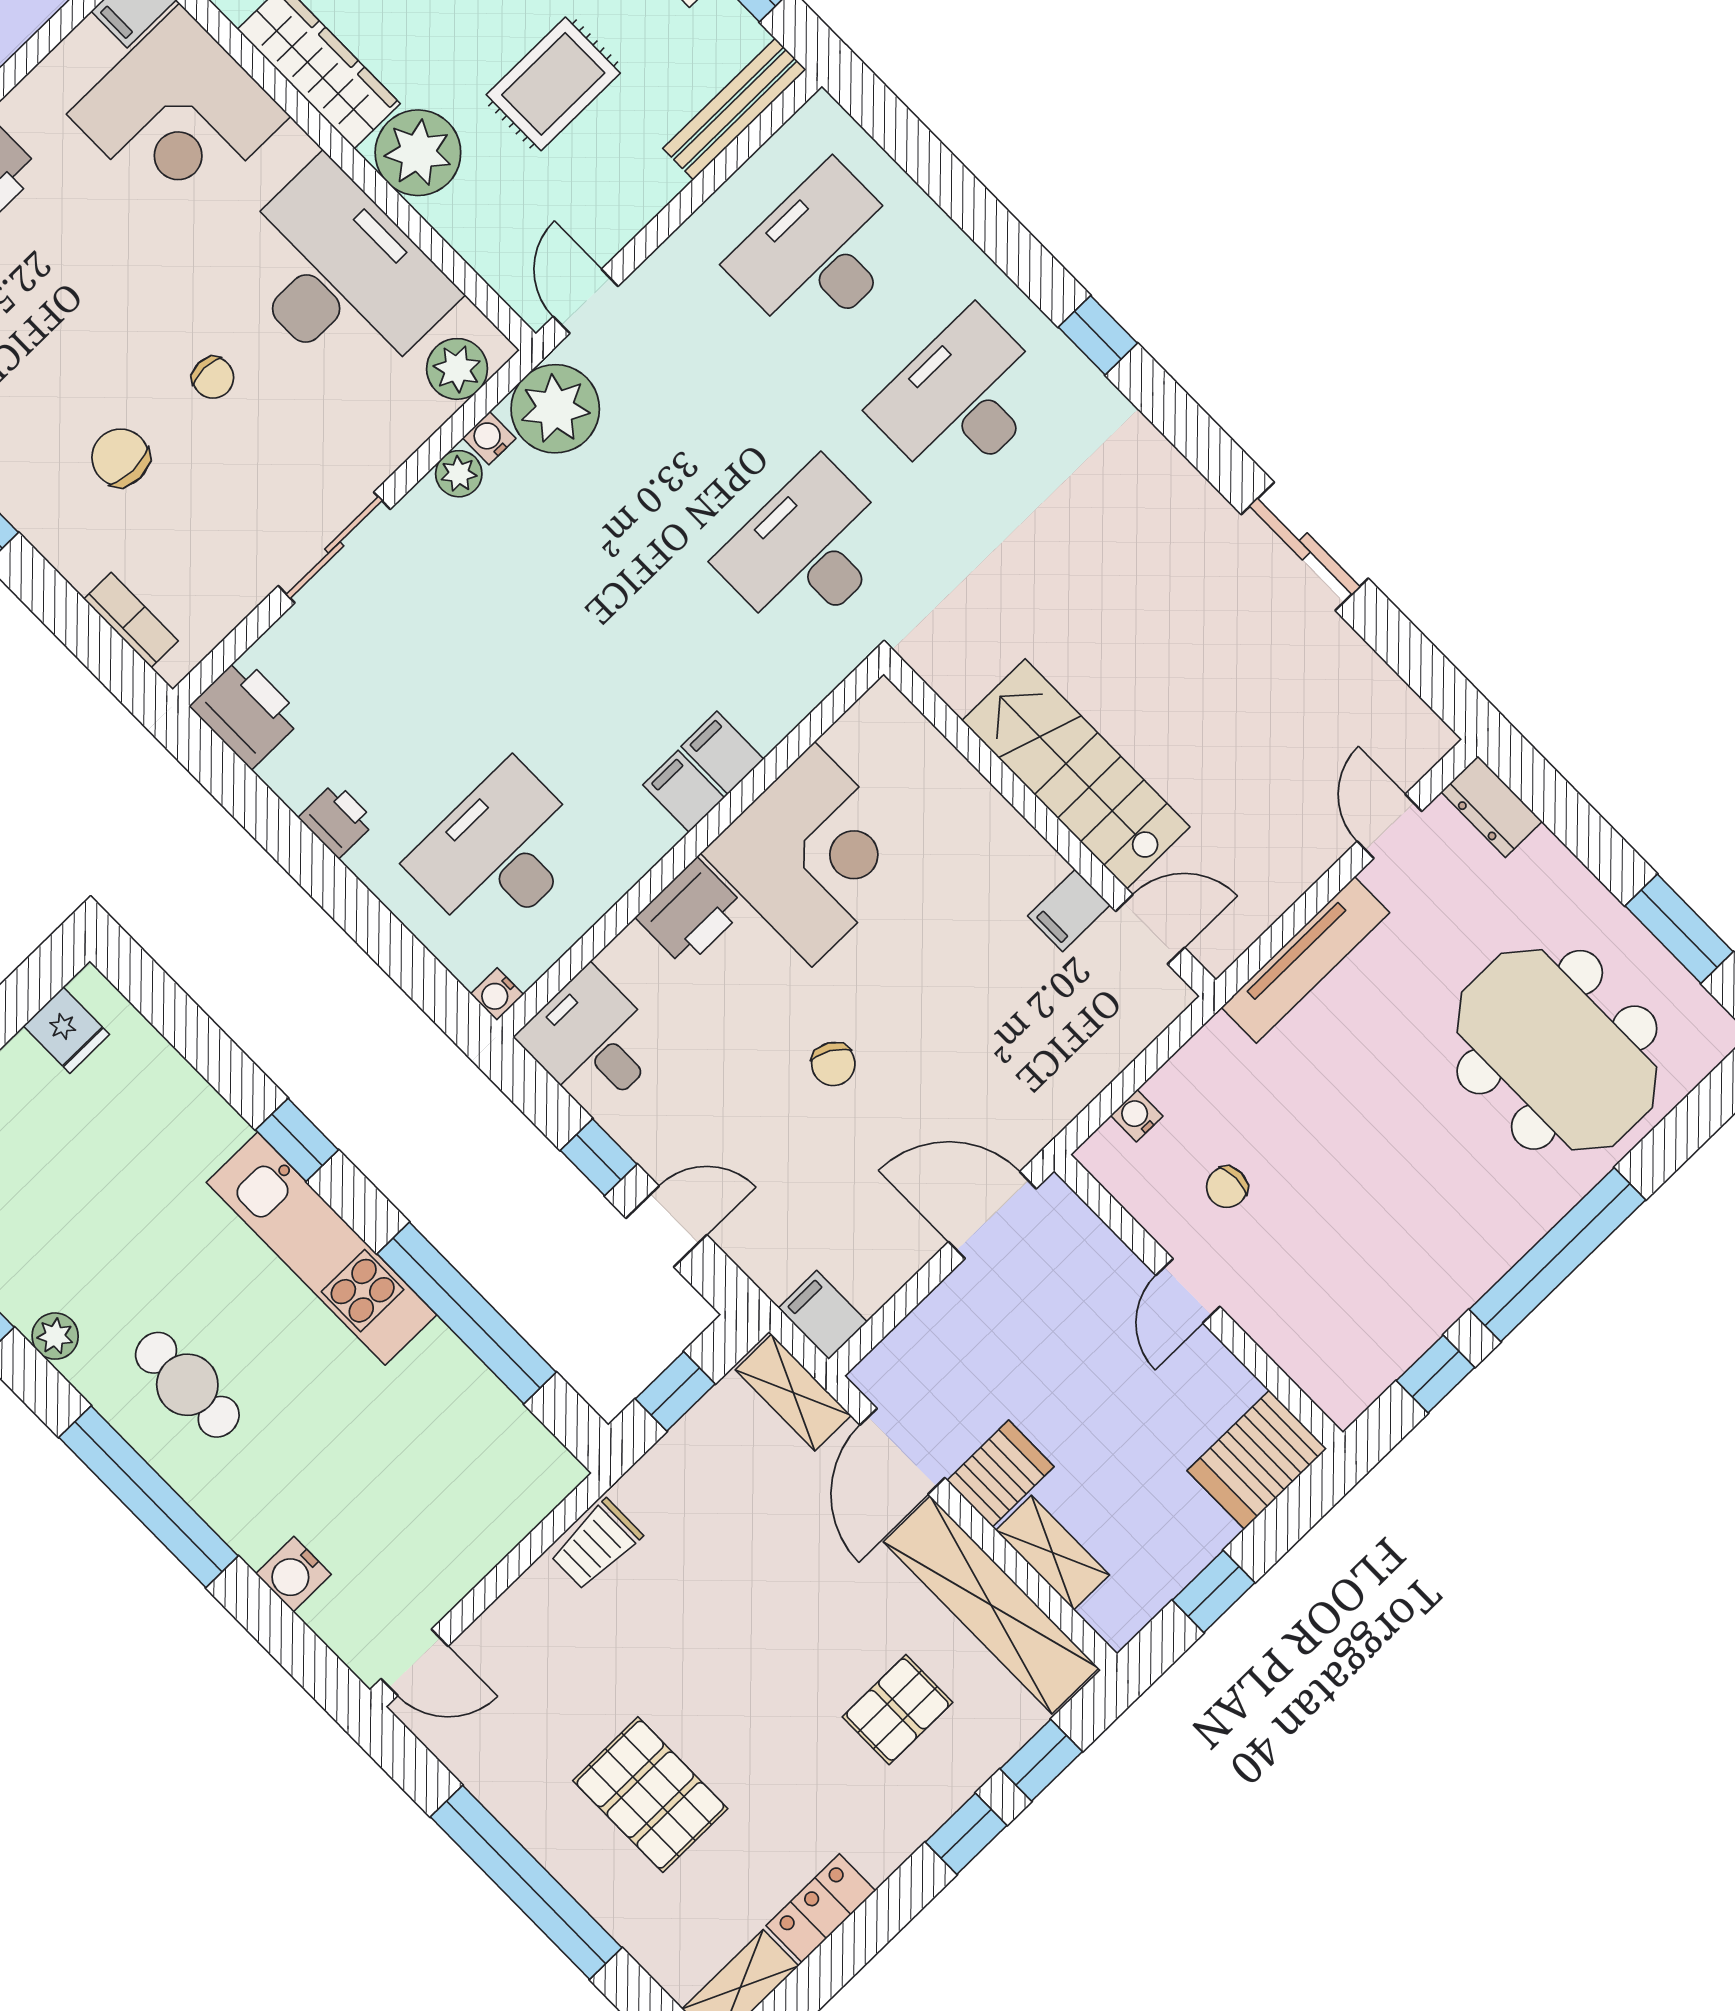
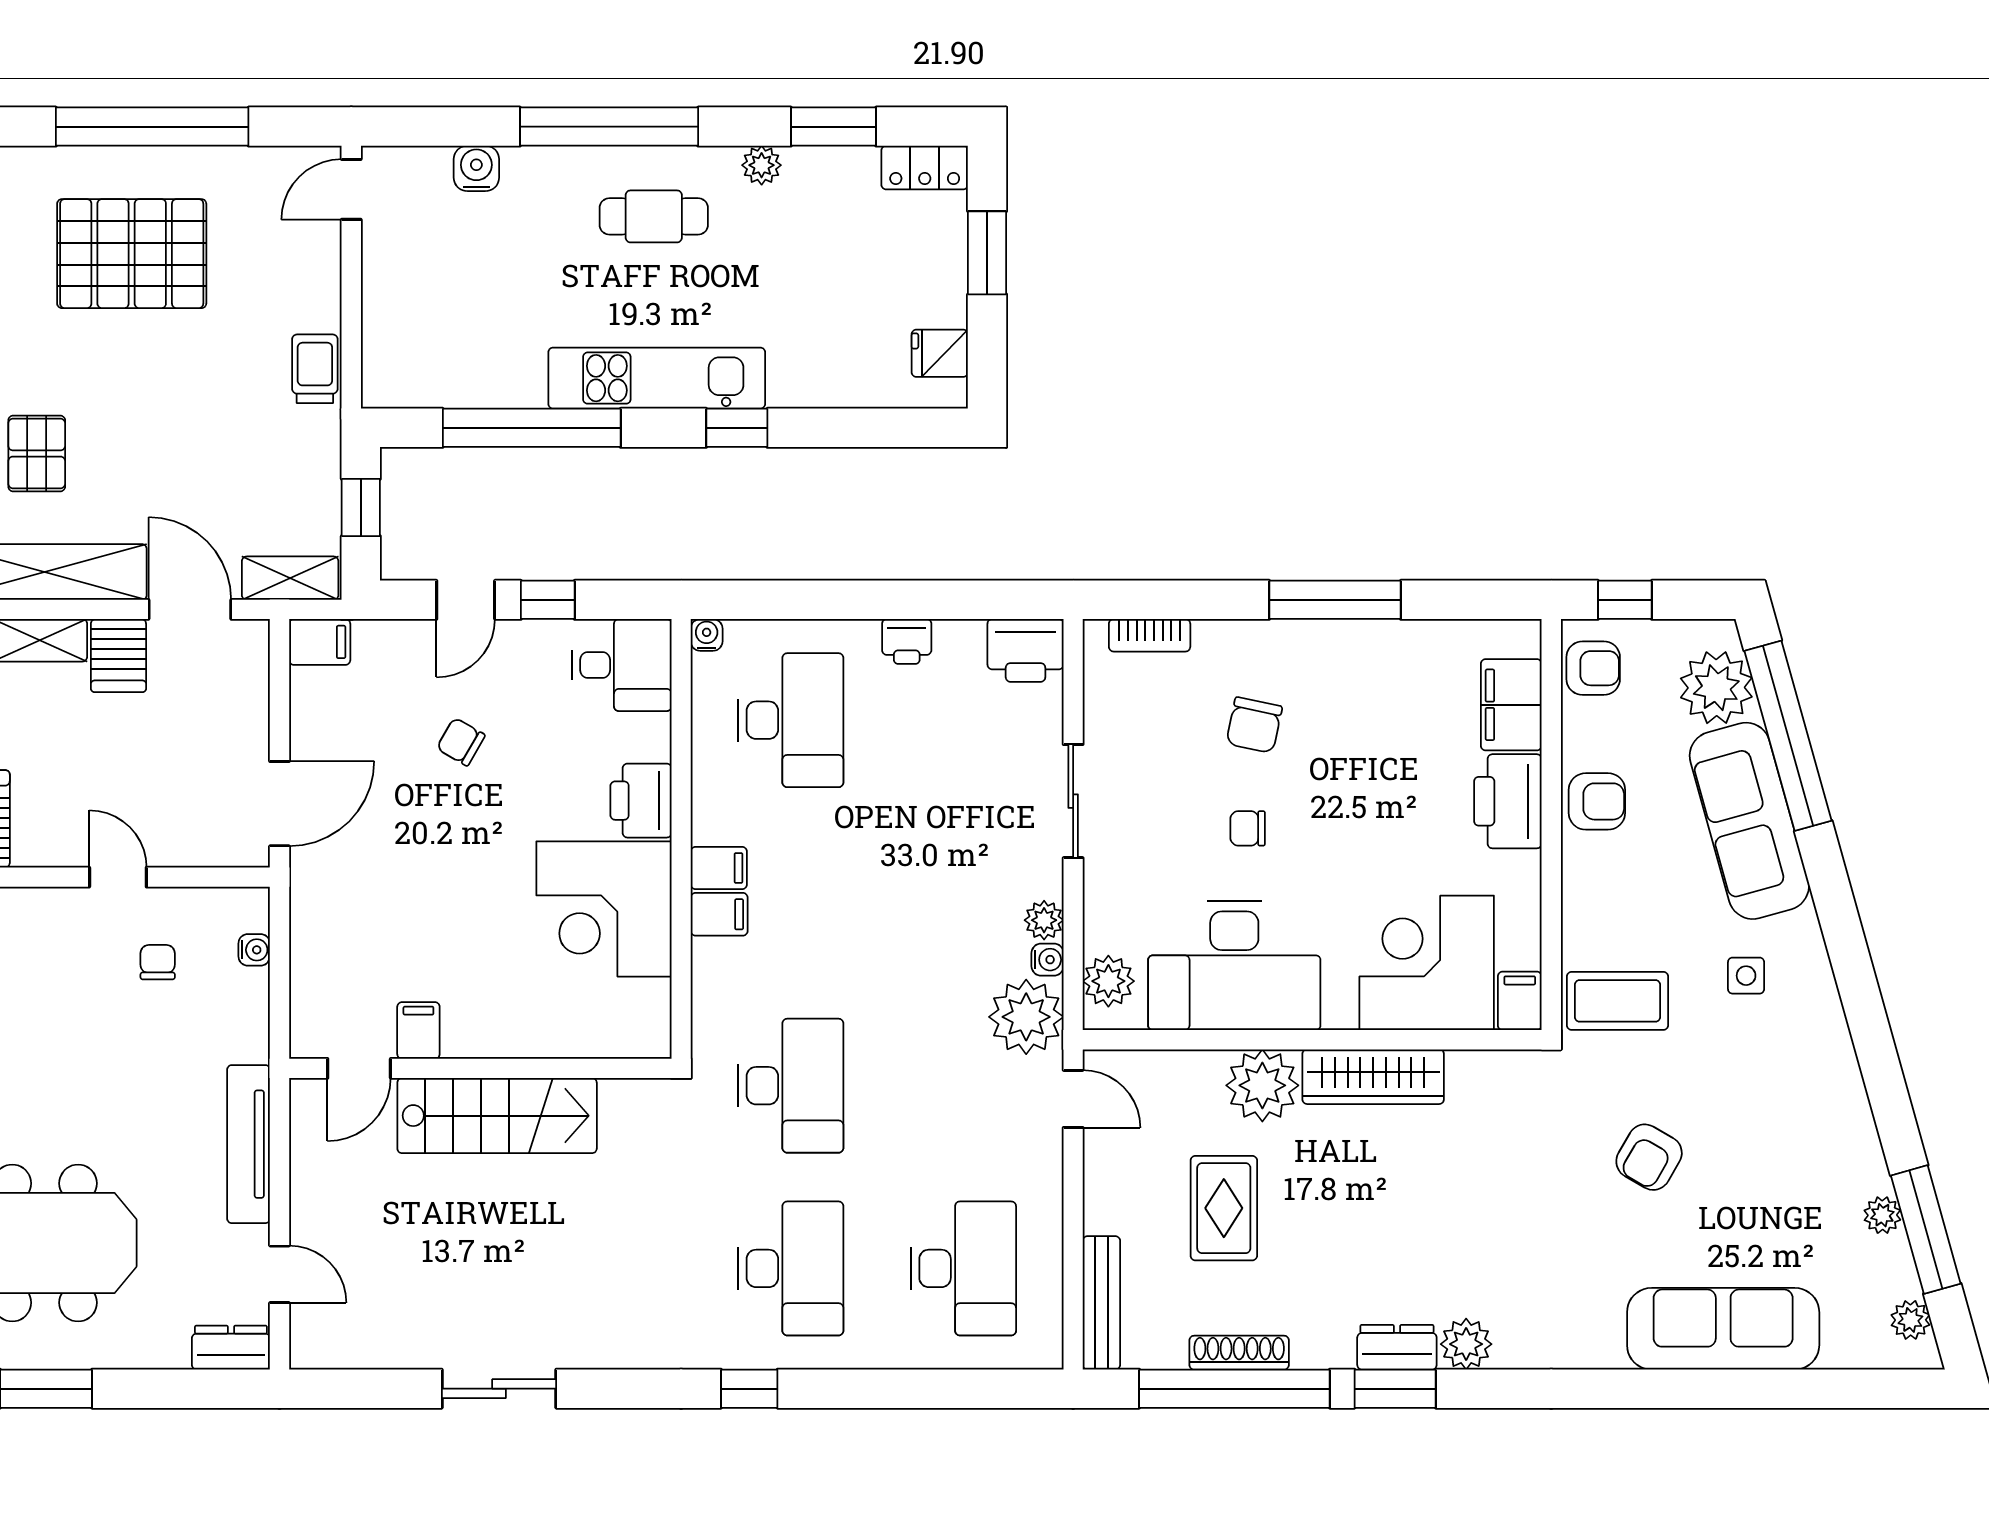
chair: (120, 458) -> (1254, 725), turned 102
chair: (833, 1064) -> (461, 742), moved
pallet: (650, 1795) -> (132, 254), width x1.37, depth x1.41

